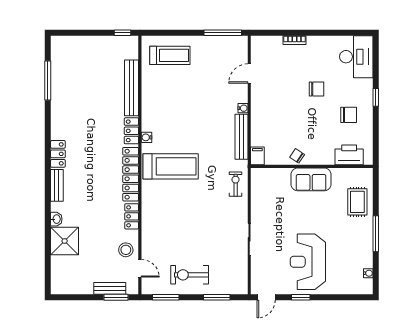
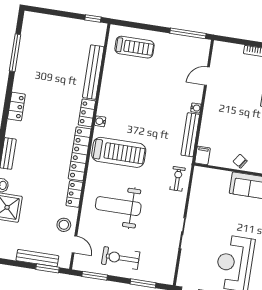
locker: (58, 154) -> (16, 107), moved
weight bench: (179, 222) -> (118, 206), added
bench: (110, 288) -> (37, 258), width x1.36

